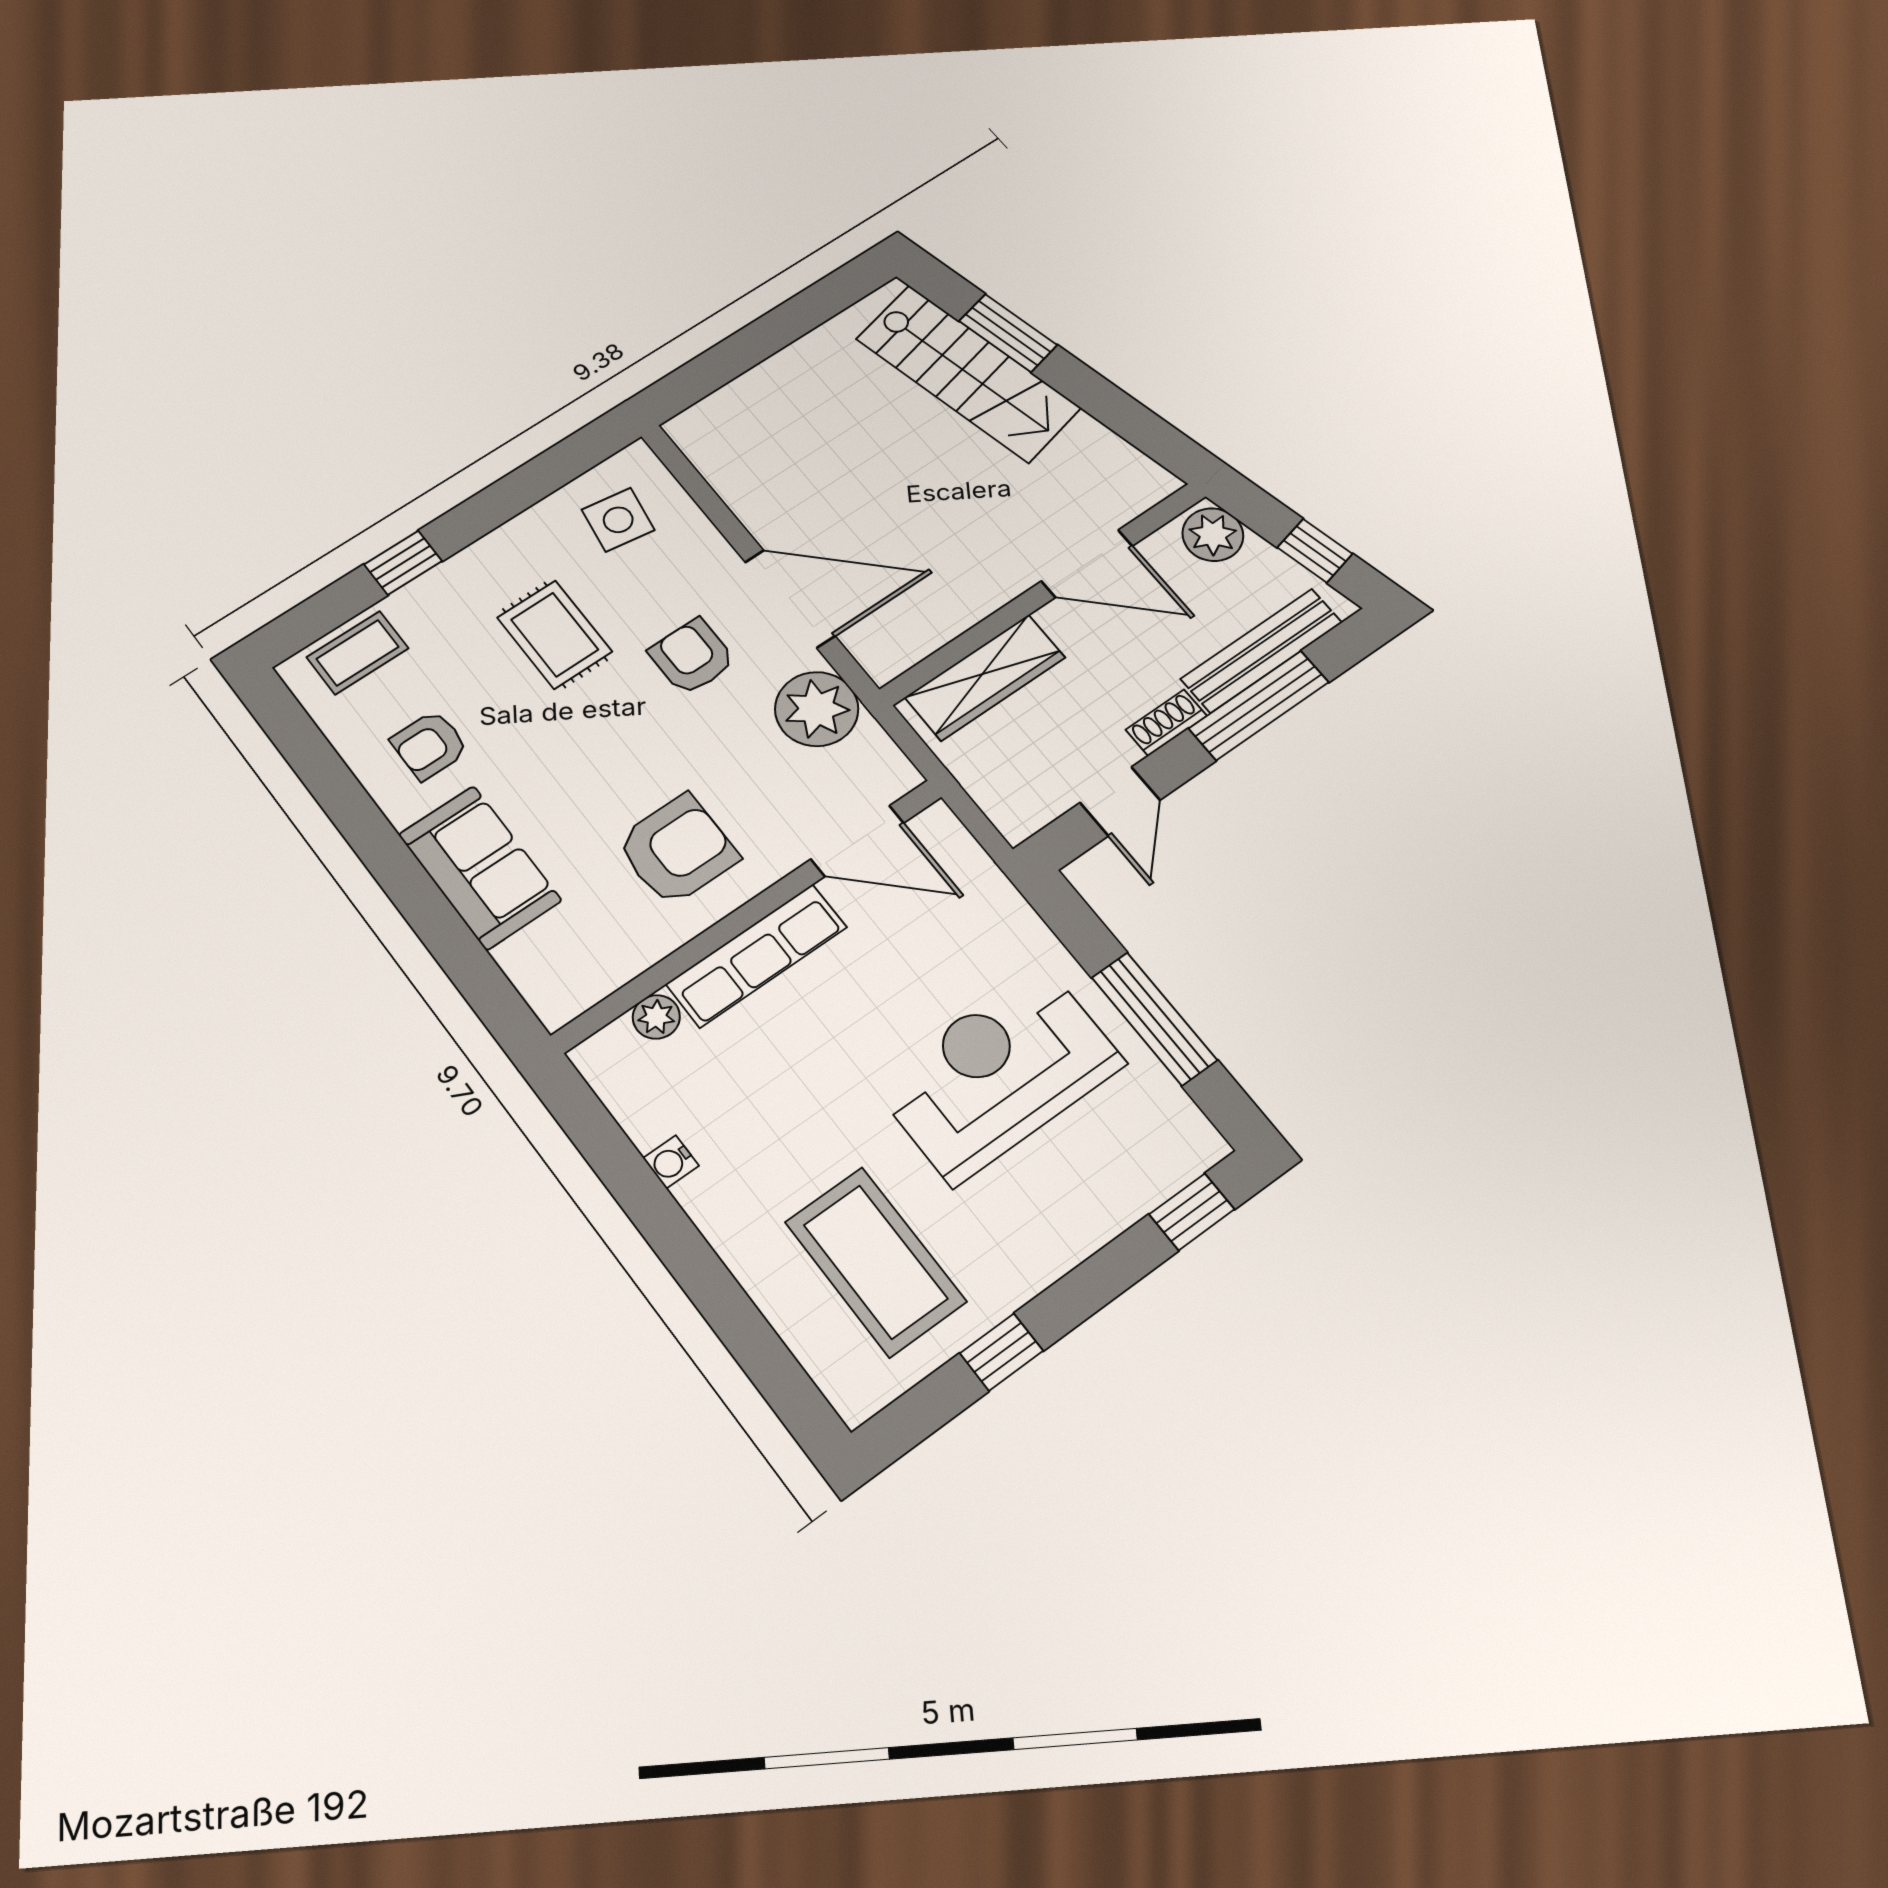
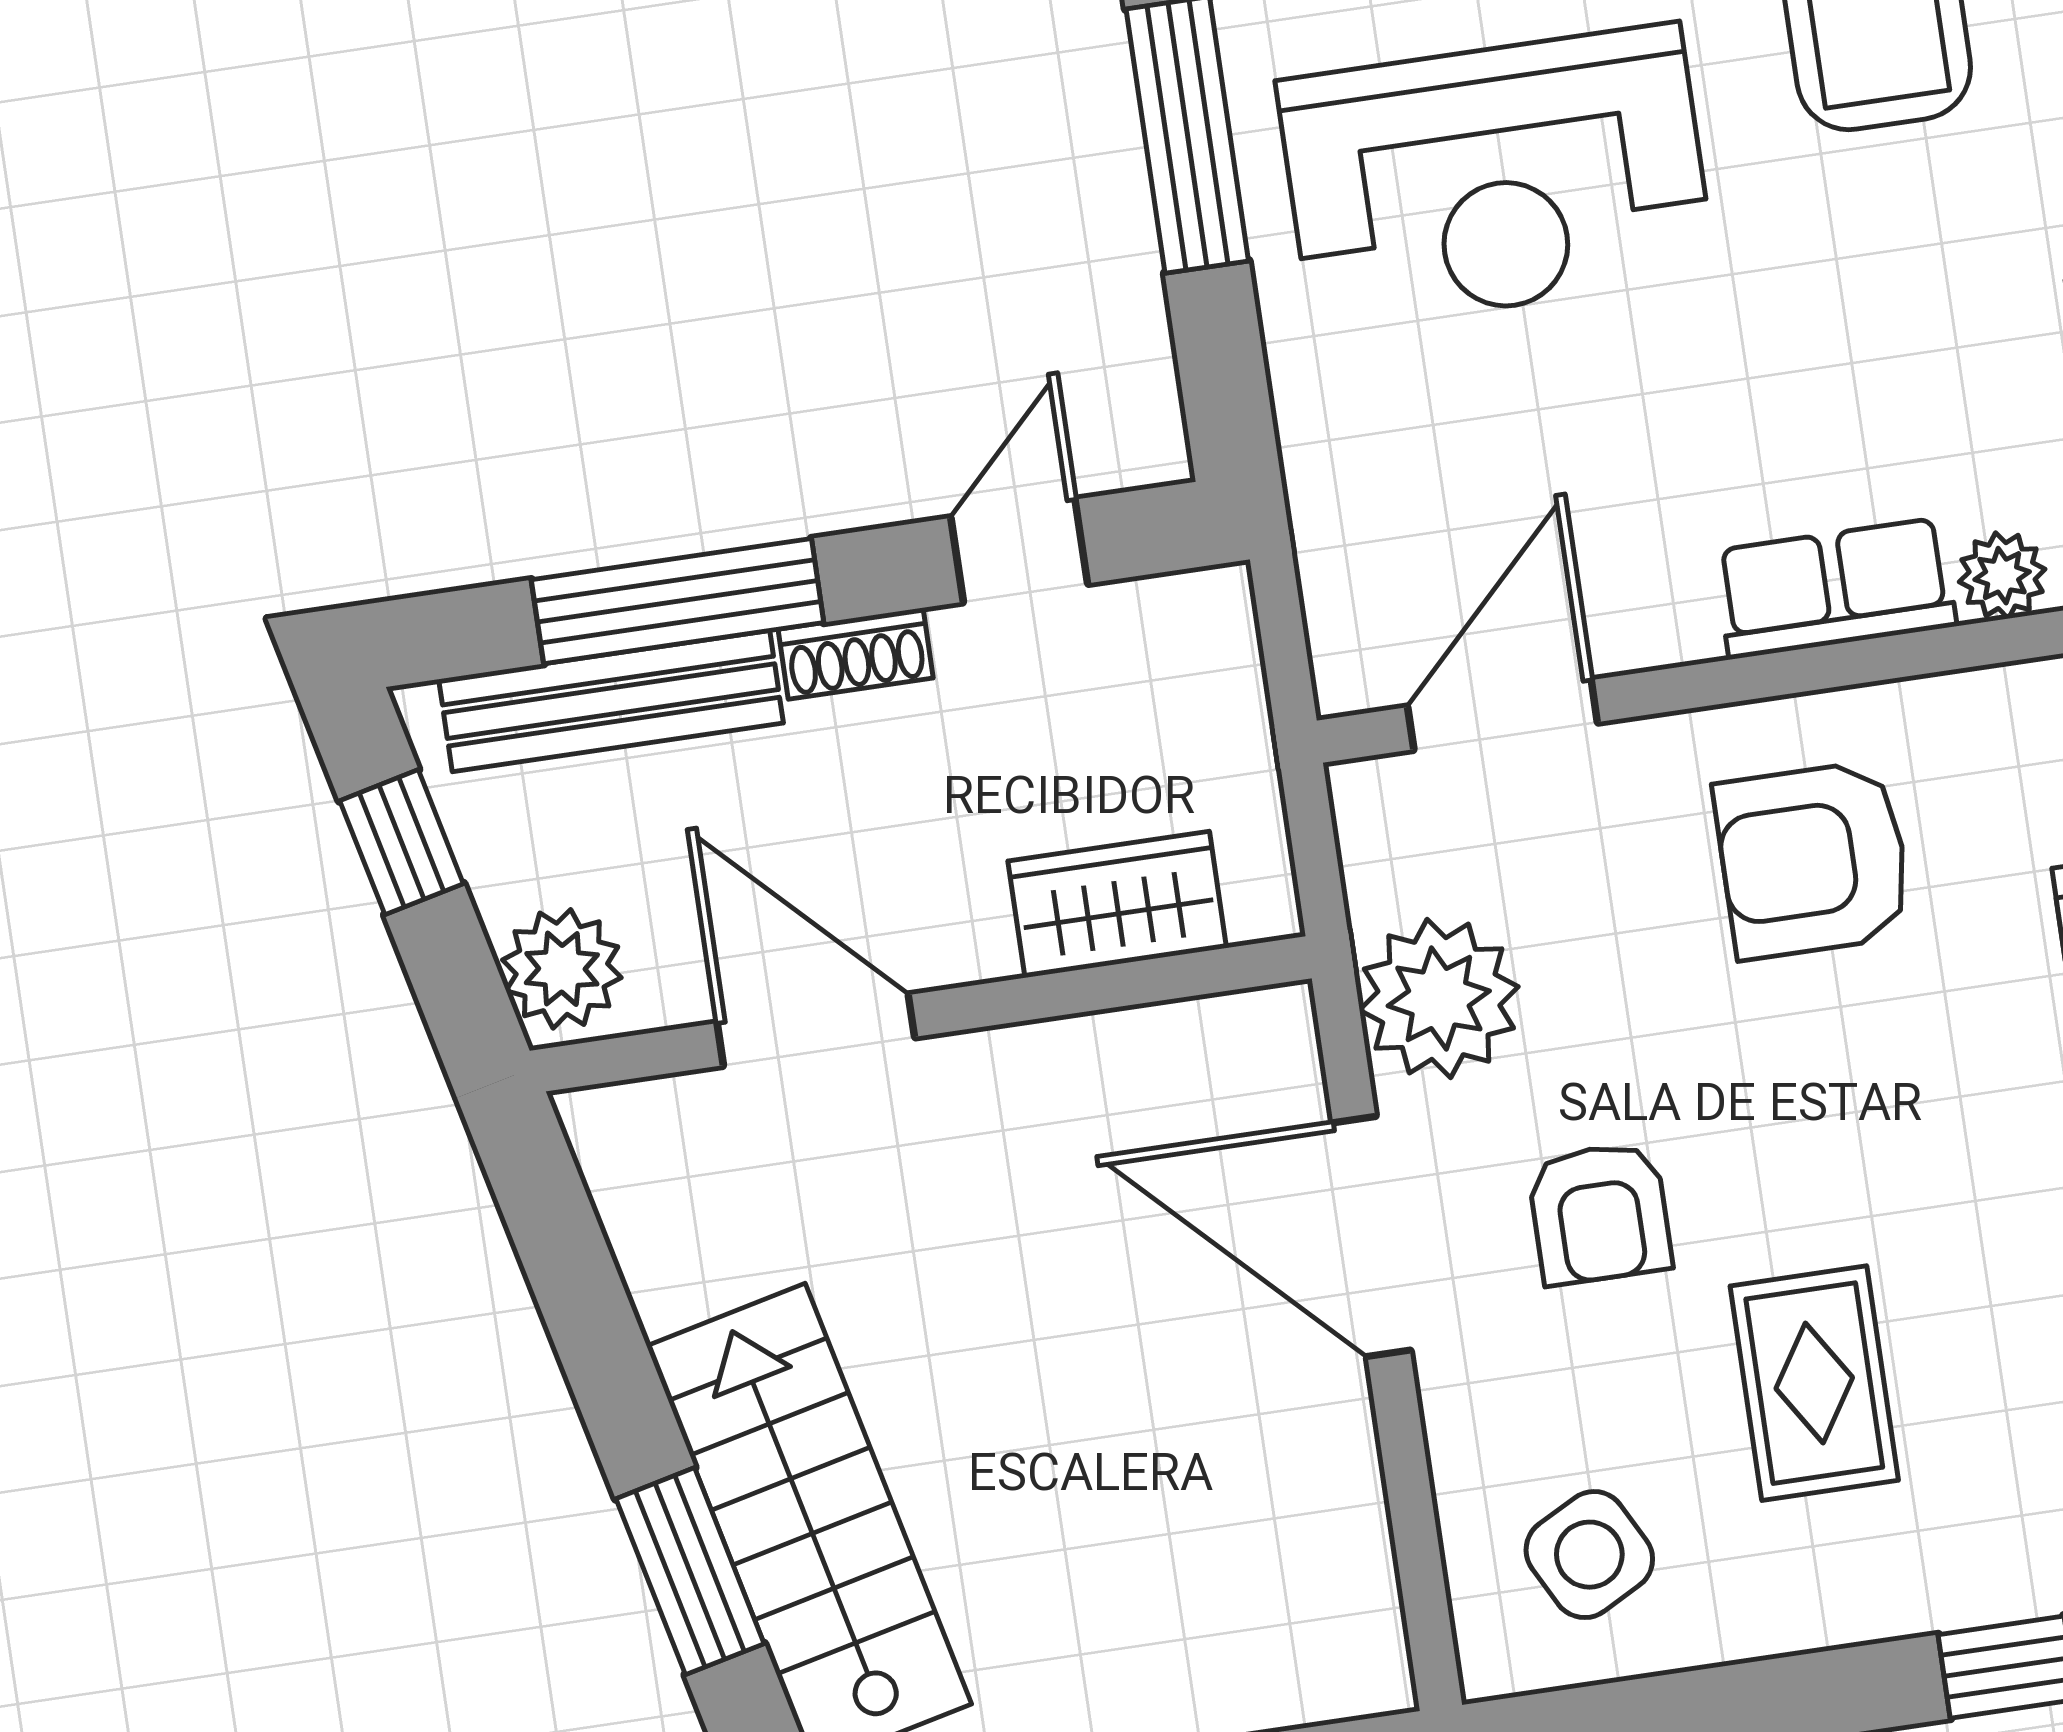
side table: (618, 520) -> (1589, 1555), turned -37
wardrobe: (985, 677) -> (1117, 904), width x0.67
door: (857, 841) -> (1503, 715), hinge flipped
row of seats: (757, 956) -> (1835, 588), width x0.68

